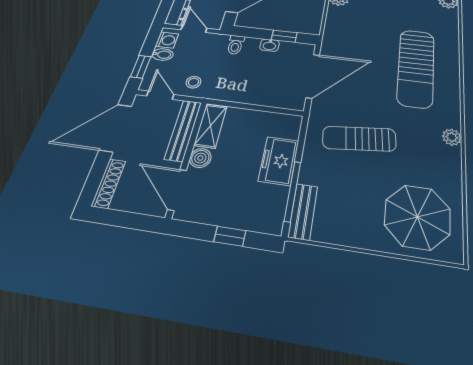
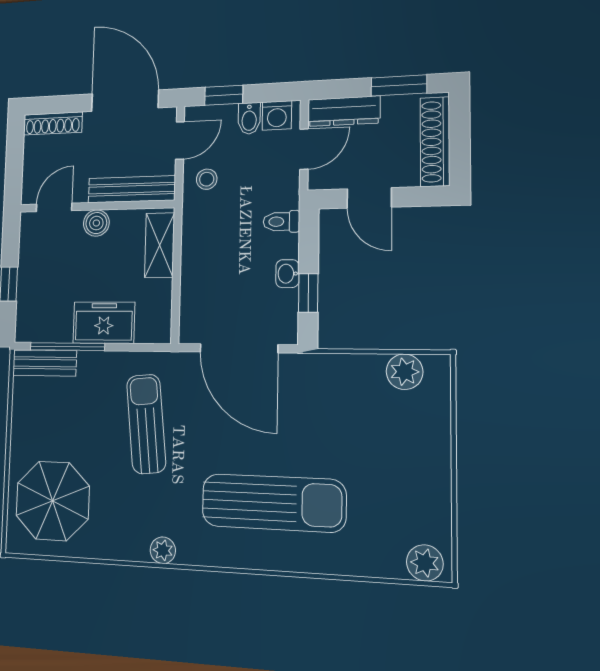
sun lounger: (416, 68) -> (273, 503), turned 180
shelving: (211, 126) -> (160, 245), moved, turned 90
door: (177, 190) -> (54, 207), width x0.73

